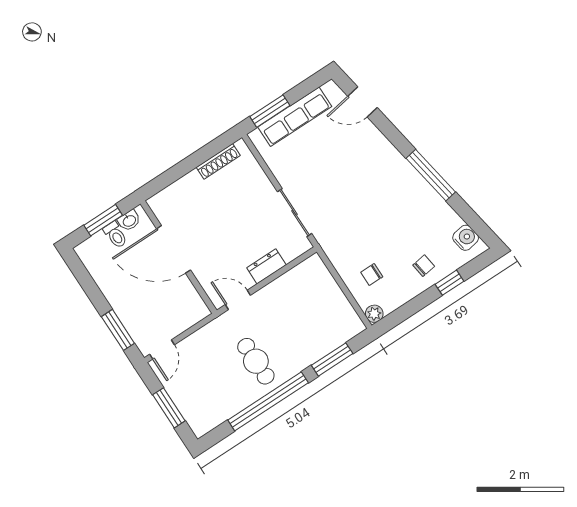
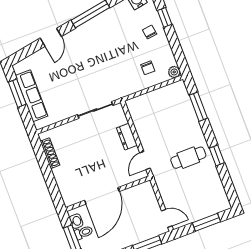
door: (362, 102) -> (51, 37), moved
window: (270, 111) -> (17, 93), moved
window: (268, 401) -> (217, 155), width x0.32

